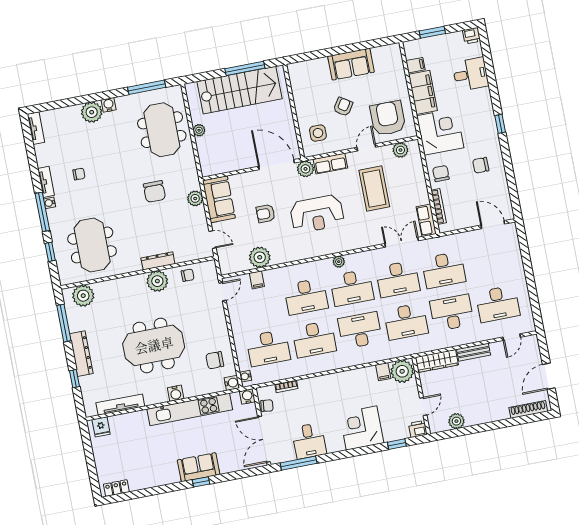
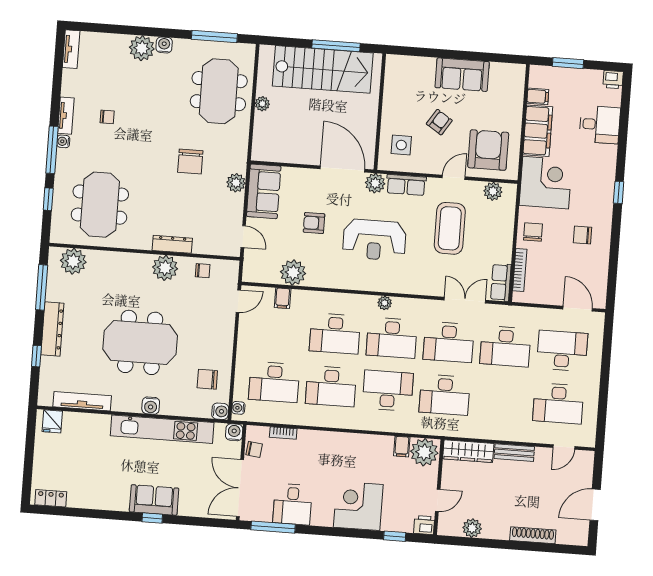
desk: (452, 313) -> (562, 351), moved
shoe rack: (528, 409) -> (533, 535), moved

